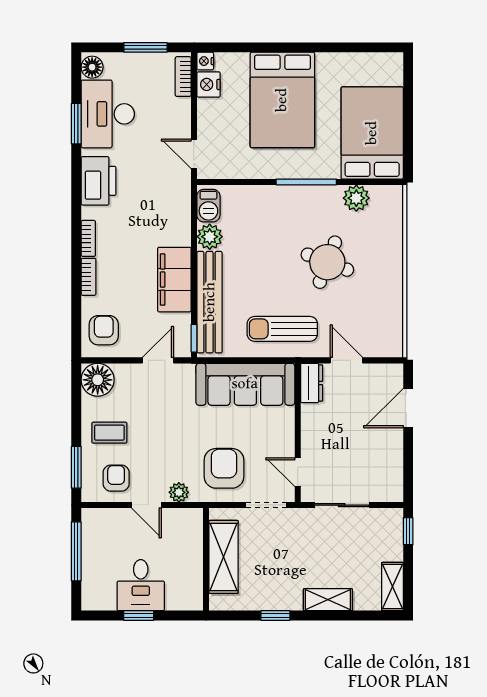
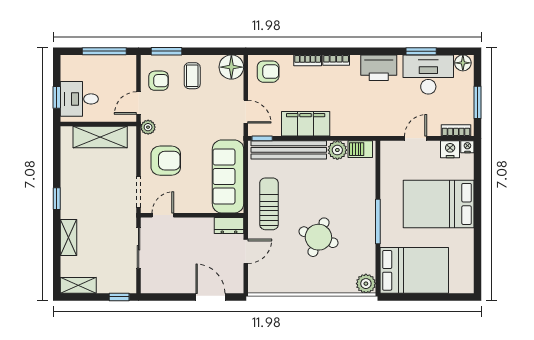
door: (194, 154) -> (416, 138), moved
plant: (356, 198) -> (366, 284), moved
shelving: (224, 557) -> (100, 137), moved
wall: (206, 559) -> (98, 124), moved

